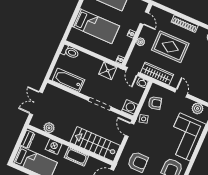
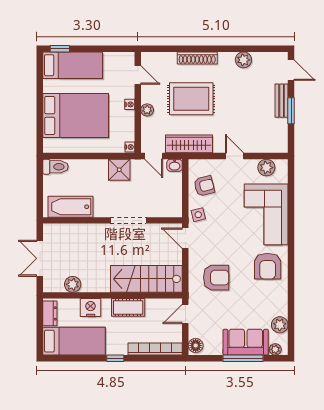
bed: (96, 26) -> (76, 116), width x1.50
washing machine: (130, 108) -> (173, 208), removed

